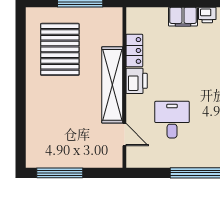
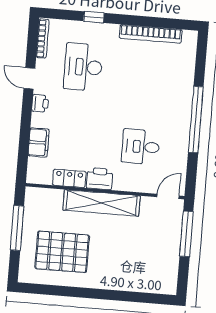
filing cabinet: (183, 17) -> (39, 142), moved
door: (124, 135) -> (168, 196), moved
window: (60, 173) -> (186, 234), moved

